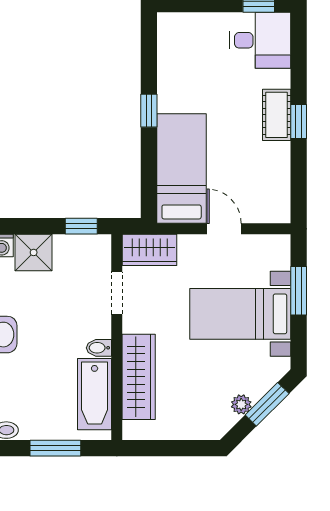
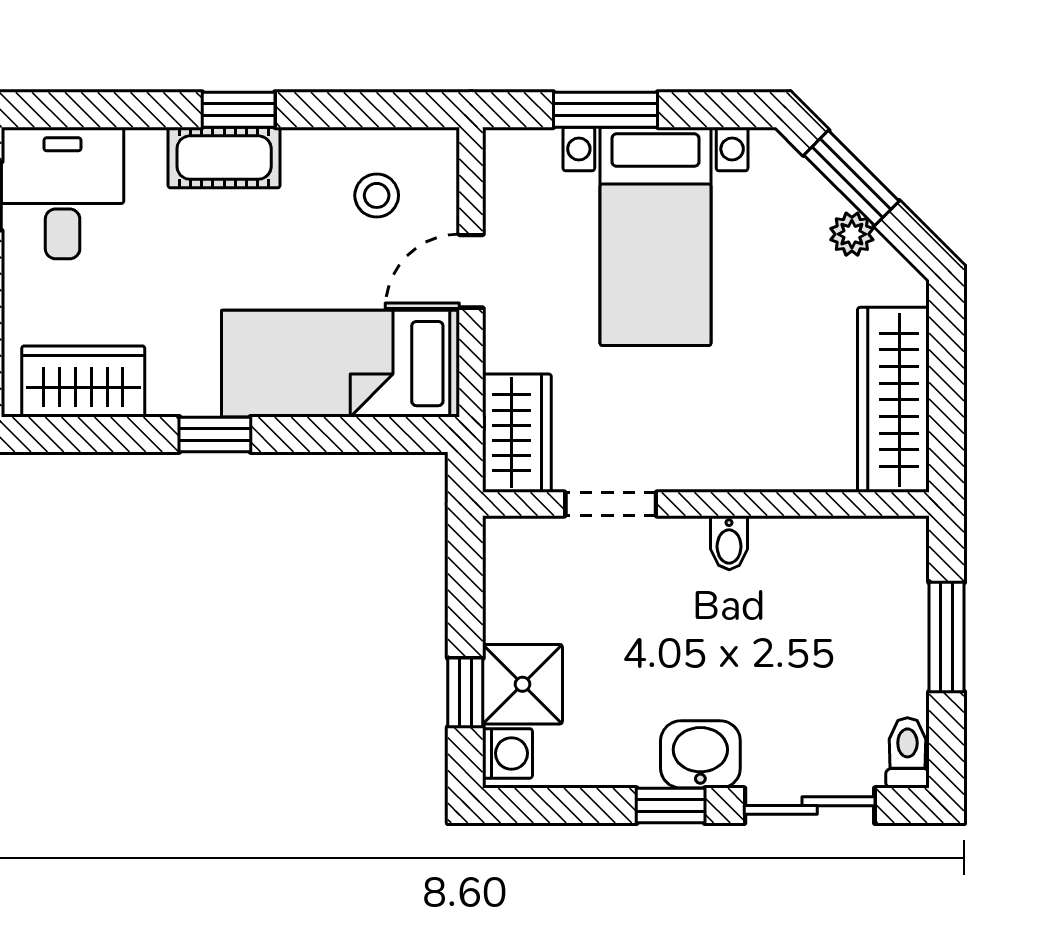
wardrobe: (173, 50) -> (83, 381), added
stool: (259, 185) -> (377, 195), added
window: (81, 226) -> (465, 692), moved
wardrobe: (139, 377) -> (893, 400), moved, turned -90
bathtub: (95, 394) -> (830, 552), removed

